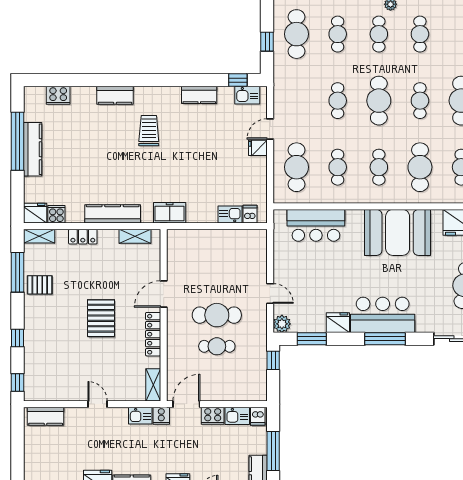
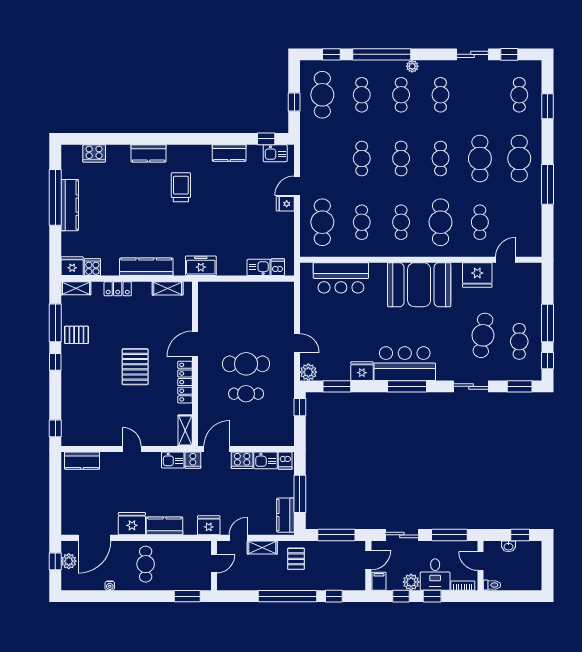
cafe table: (379, 101) -> (401, 158), width x0.73, depth x0.74
window: (18, 338) -> (55, 362), moved

